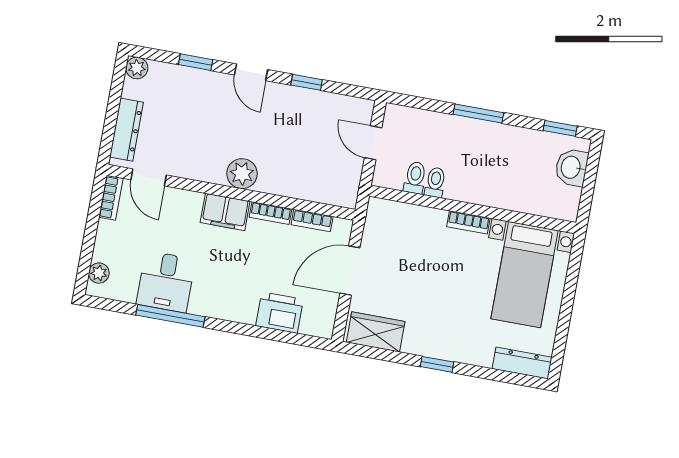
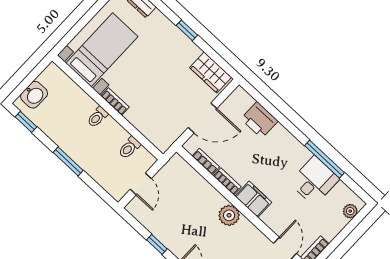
toilet: (435, 182) -> (98, 117), moved

